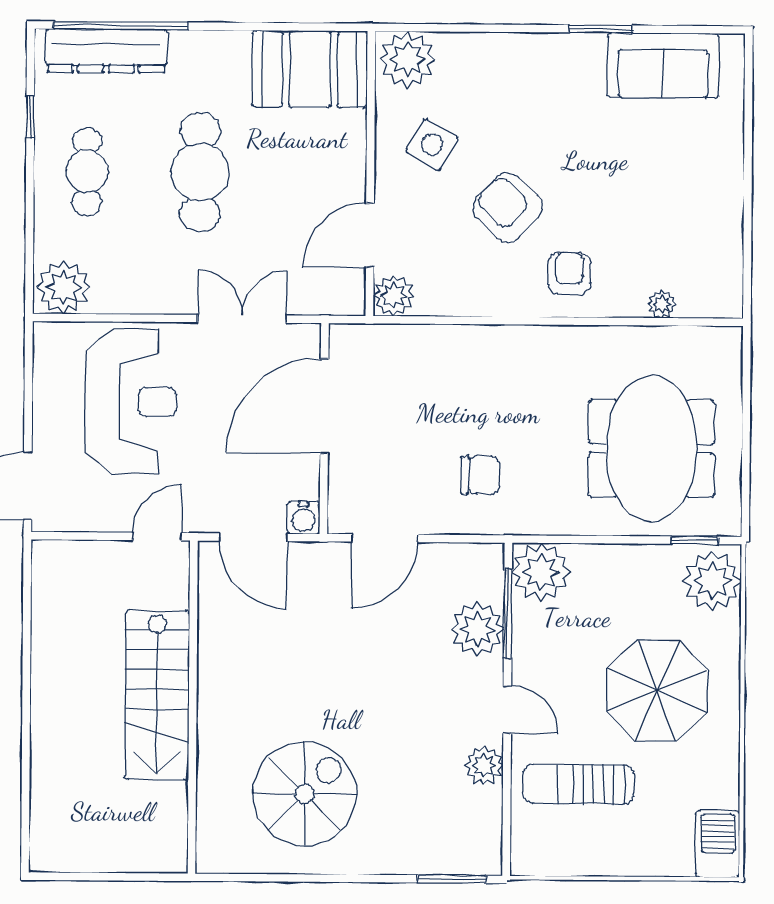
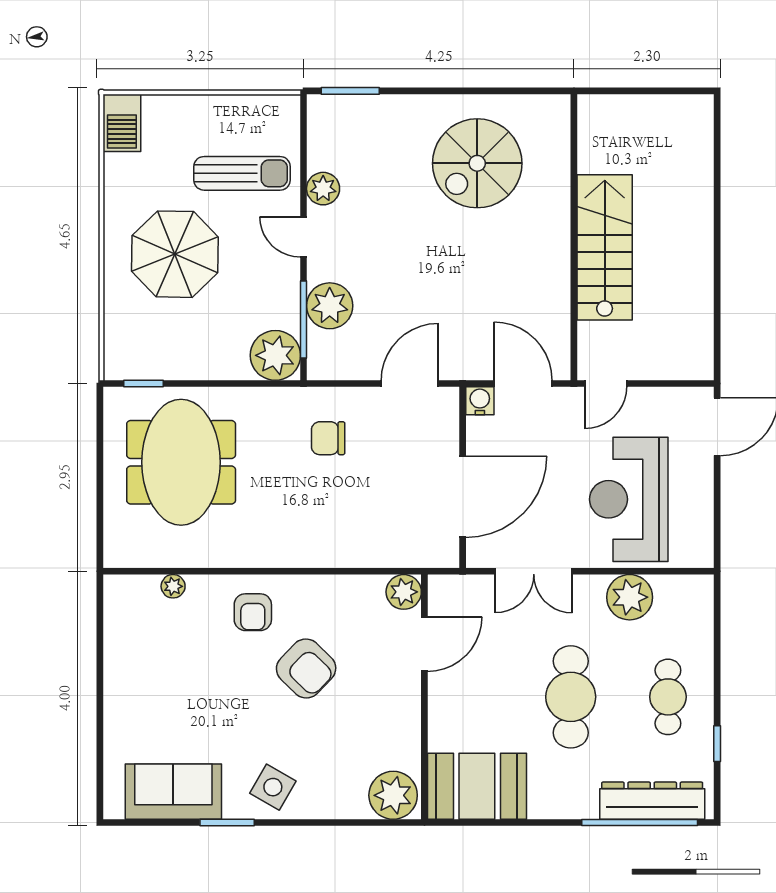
side table: (432, 144) -> (273, 787), moved
plant: (63, 287) -> (630, 597), moved
plant: (712, 581) -> (128, 349), removed

